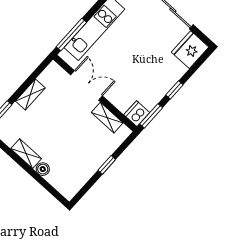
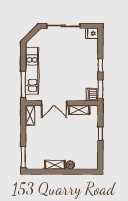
fridge: (190, 50) -> (92, 33), width x0.53, depth x0.75
double door: (86, 85) -> (54, 103), swing flipped
shelving: (30, 95) -> (30, 115), moved

